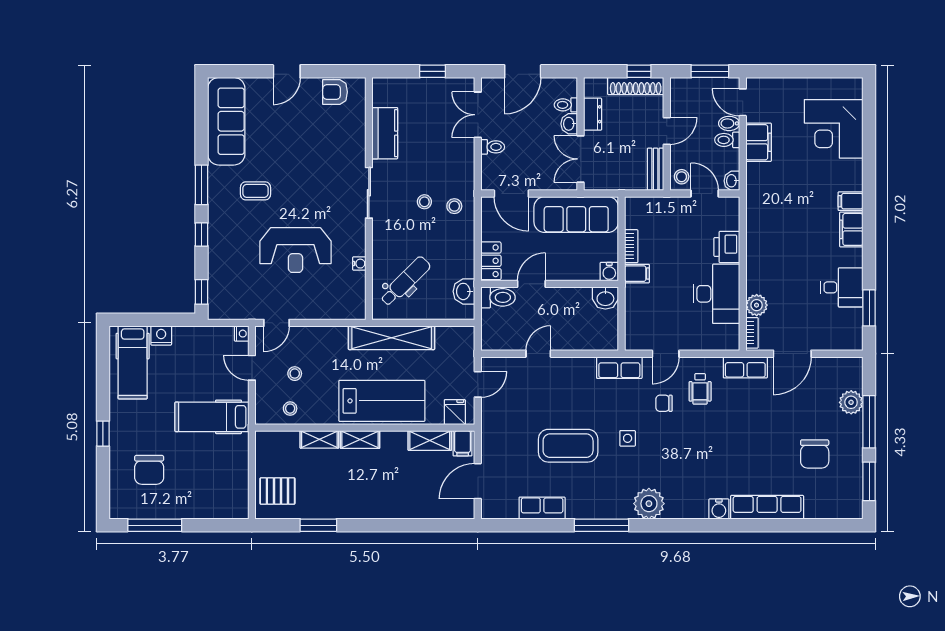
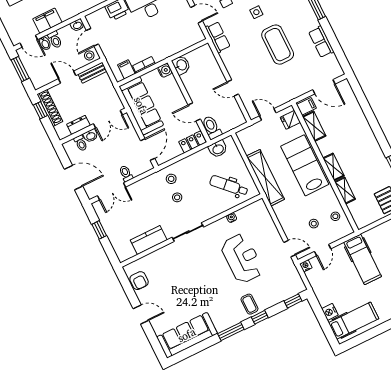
door: (743, 102) -> (29, 41), hinge flipped
coffee table: (255, 191) -> (249, 304), moved
filing cabinet: (637, 274) -> (126, 69), moved

